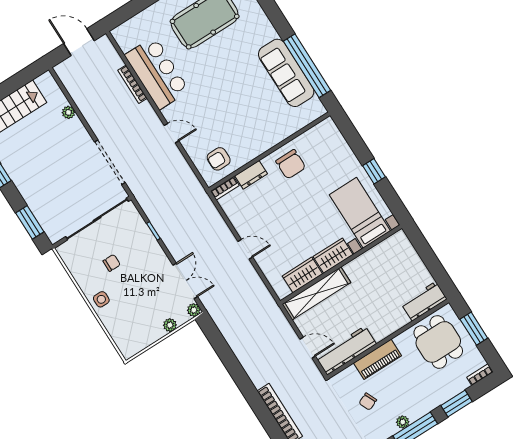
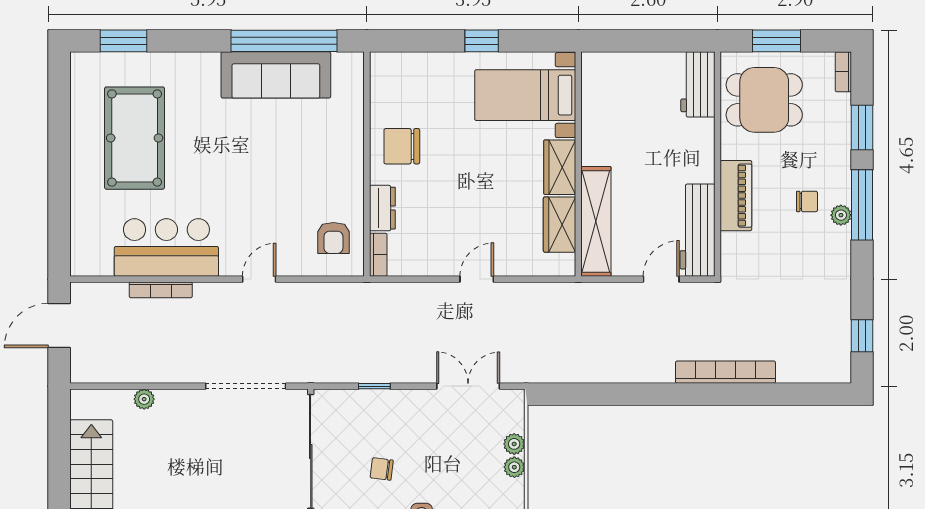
chair: (291, 164) -> (402, 146), turned 180
chair: (112, 263) -> (382, 469), turned -83
plant: (194, 310) -> (514, 467), moved
chair: (368, 402) -> (807, 201), moved, turned -66

